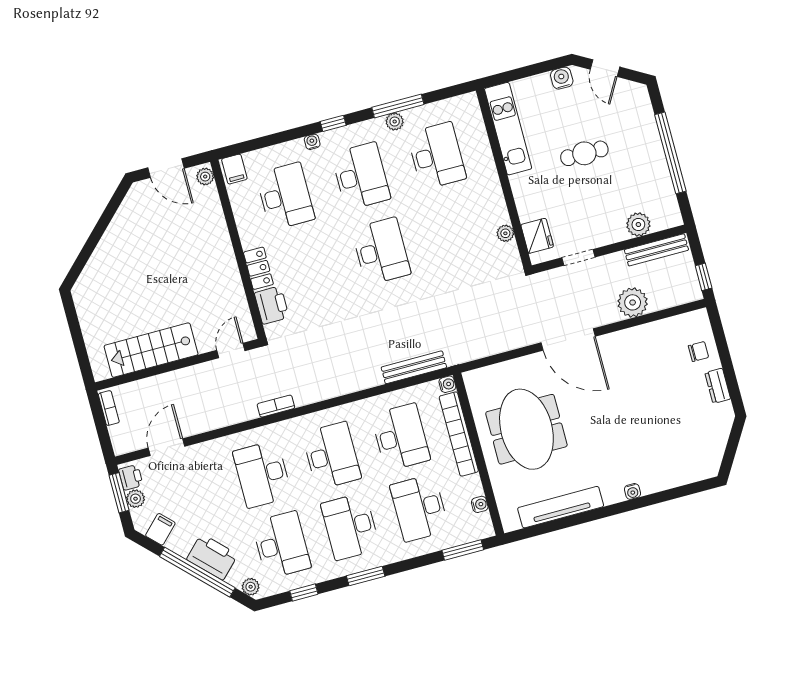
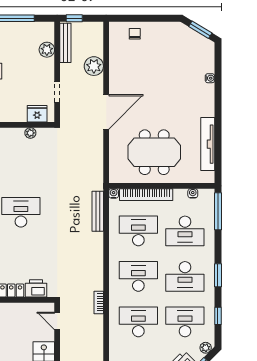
window: (704, 277) -> (74, 18), moved
dresser: (718, 386) -> (159, 27), removed
window: (731, 449) -> (200, 30), added
desk: (262, 474) -> (138, 322), turned 180
water cooler: (632, 491) -> (210, 78), moved
window: (463, 550) -> (218, 211), width x1.44

